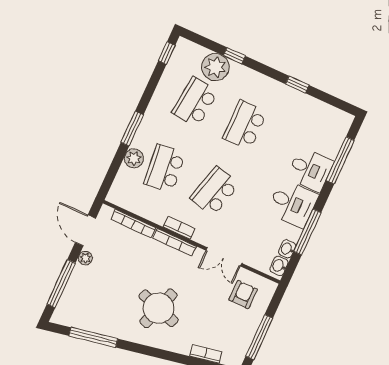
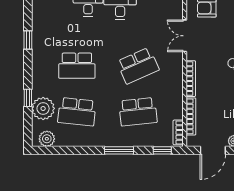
window: (167, 53) -> (162, 150), moved
plant: (134, 158) -> (47, 139), moved
school desk: (215, 191) -> (138, 66), turned -39
bookcase: (179, 228) -> (178, 132), moved
double door: (224, 257) -> (185, 36), swing flipped

